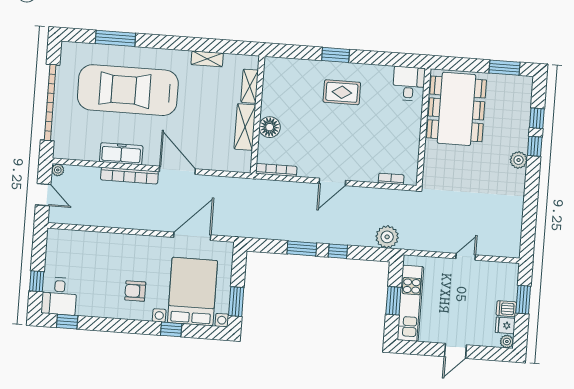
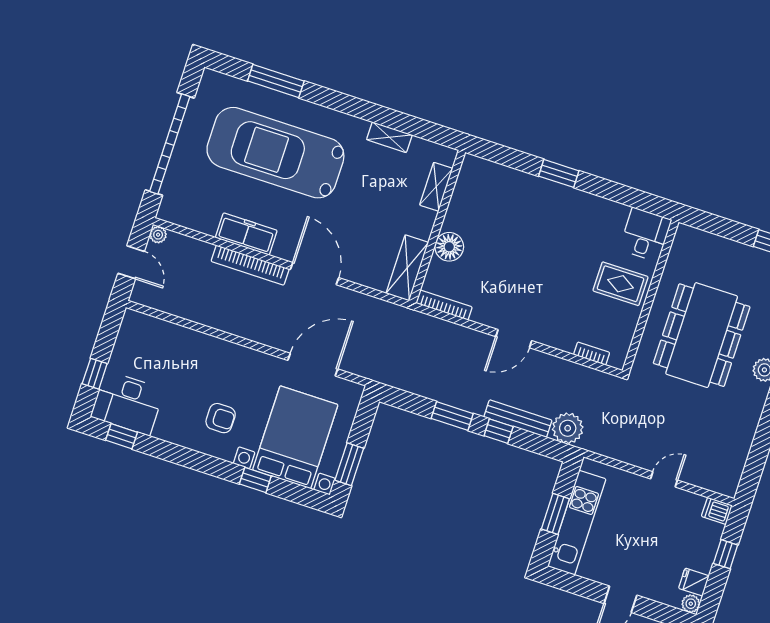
rug: (342, 92) -> (621, 284), moved
dining table: (456, 109) -> (702, 335), moved
shelving: (245, 127) -> (407, 268), moved
bench: (350, 239) -> (518, 419), added
armchair: (135, 291) -> (221, 418), turned 180
desk: (59, 296) -> (127, 403), width x1.37
window: (523, 300) -> (726, 554), width x0.67
dishwasher: (506, 309) -> (717, 511), moved

